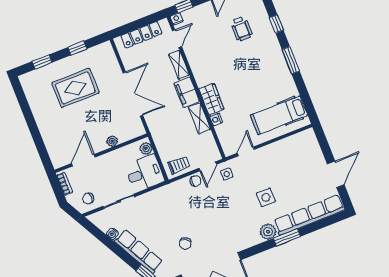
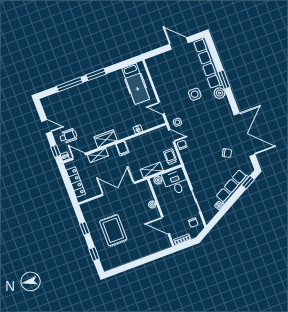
window: (276, 24) -> (70, 84), width x2.17
wheelchair: (241, 29) -> (68, 136), moved
filing cabinet: (187, 92) -> (122, 148), width x0.50
wardrobe: (211, 99) -> (106, 139), moved
shelving: (199, 118) -> (152, 170), moved

